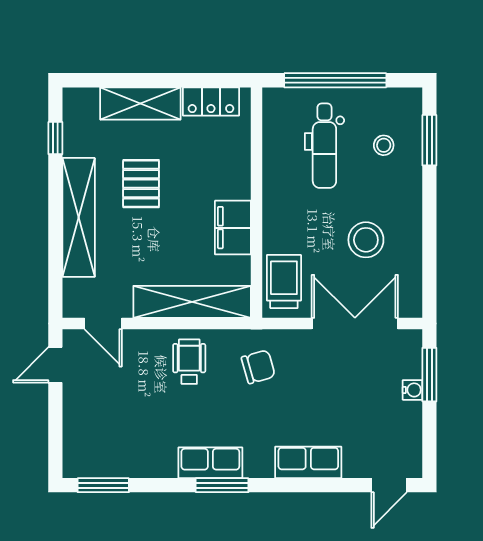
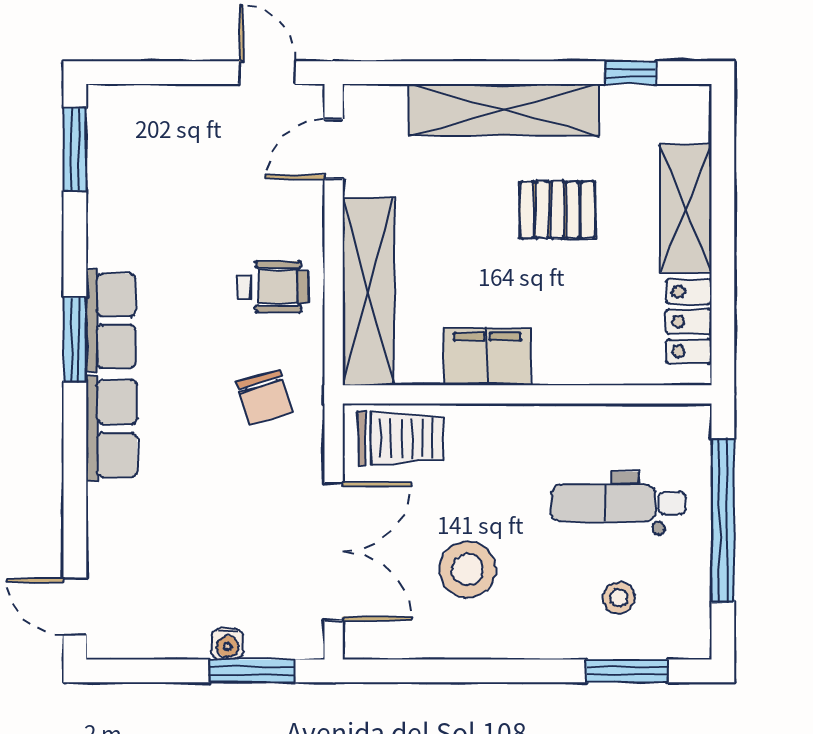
row of seats: (308, 462) -> (112, 428), moved

